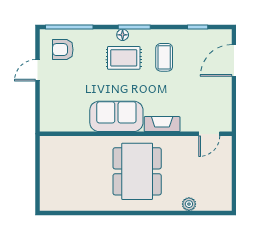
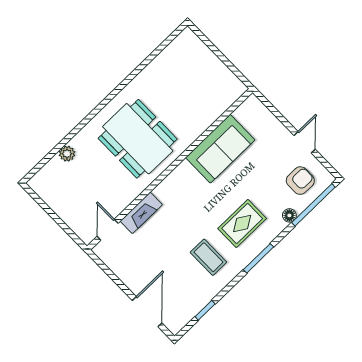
floor lamp: (123, 35) -> (289, 215), moved
sofa: (116, 116) -> (220, 149), moved
fireplace: (162, 124) -> (141, 213), moved

